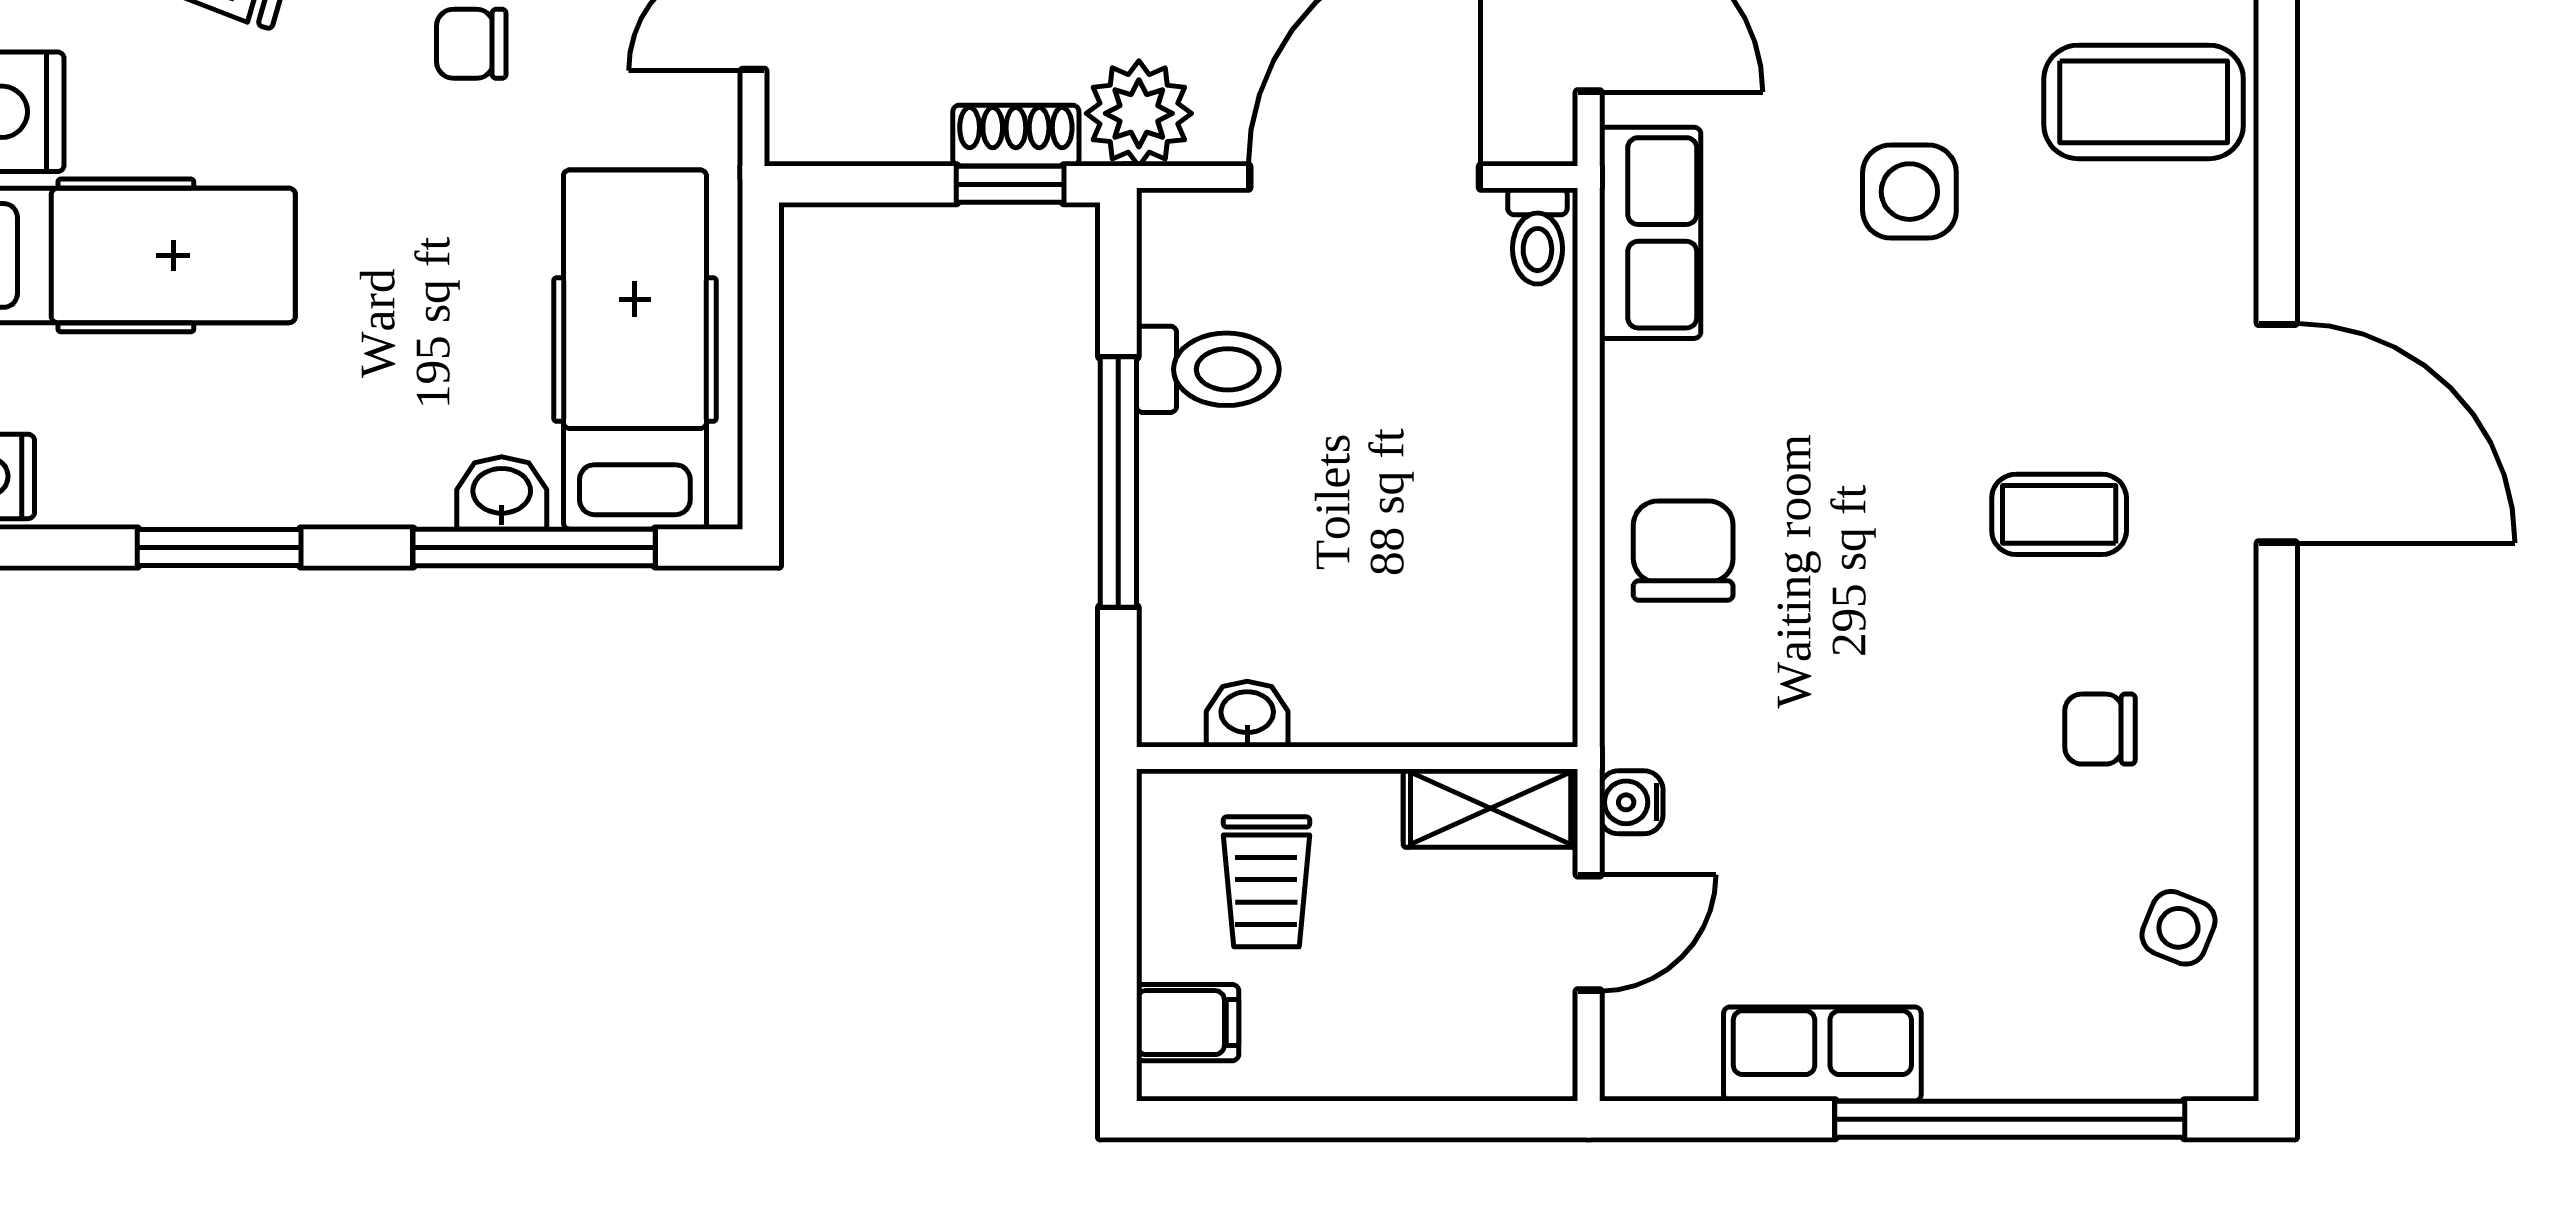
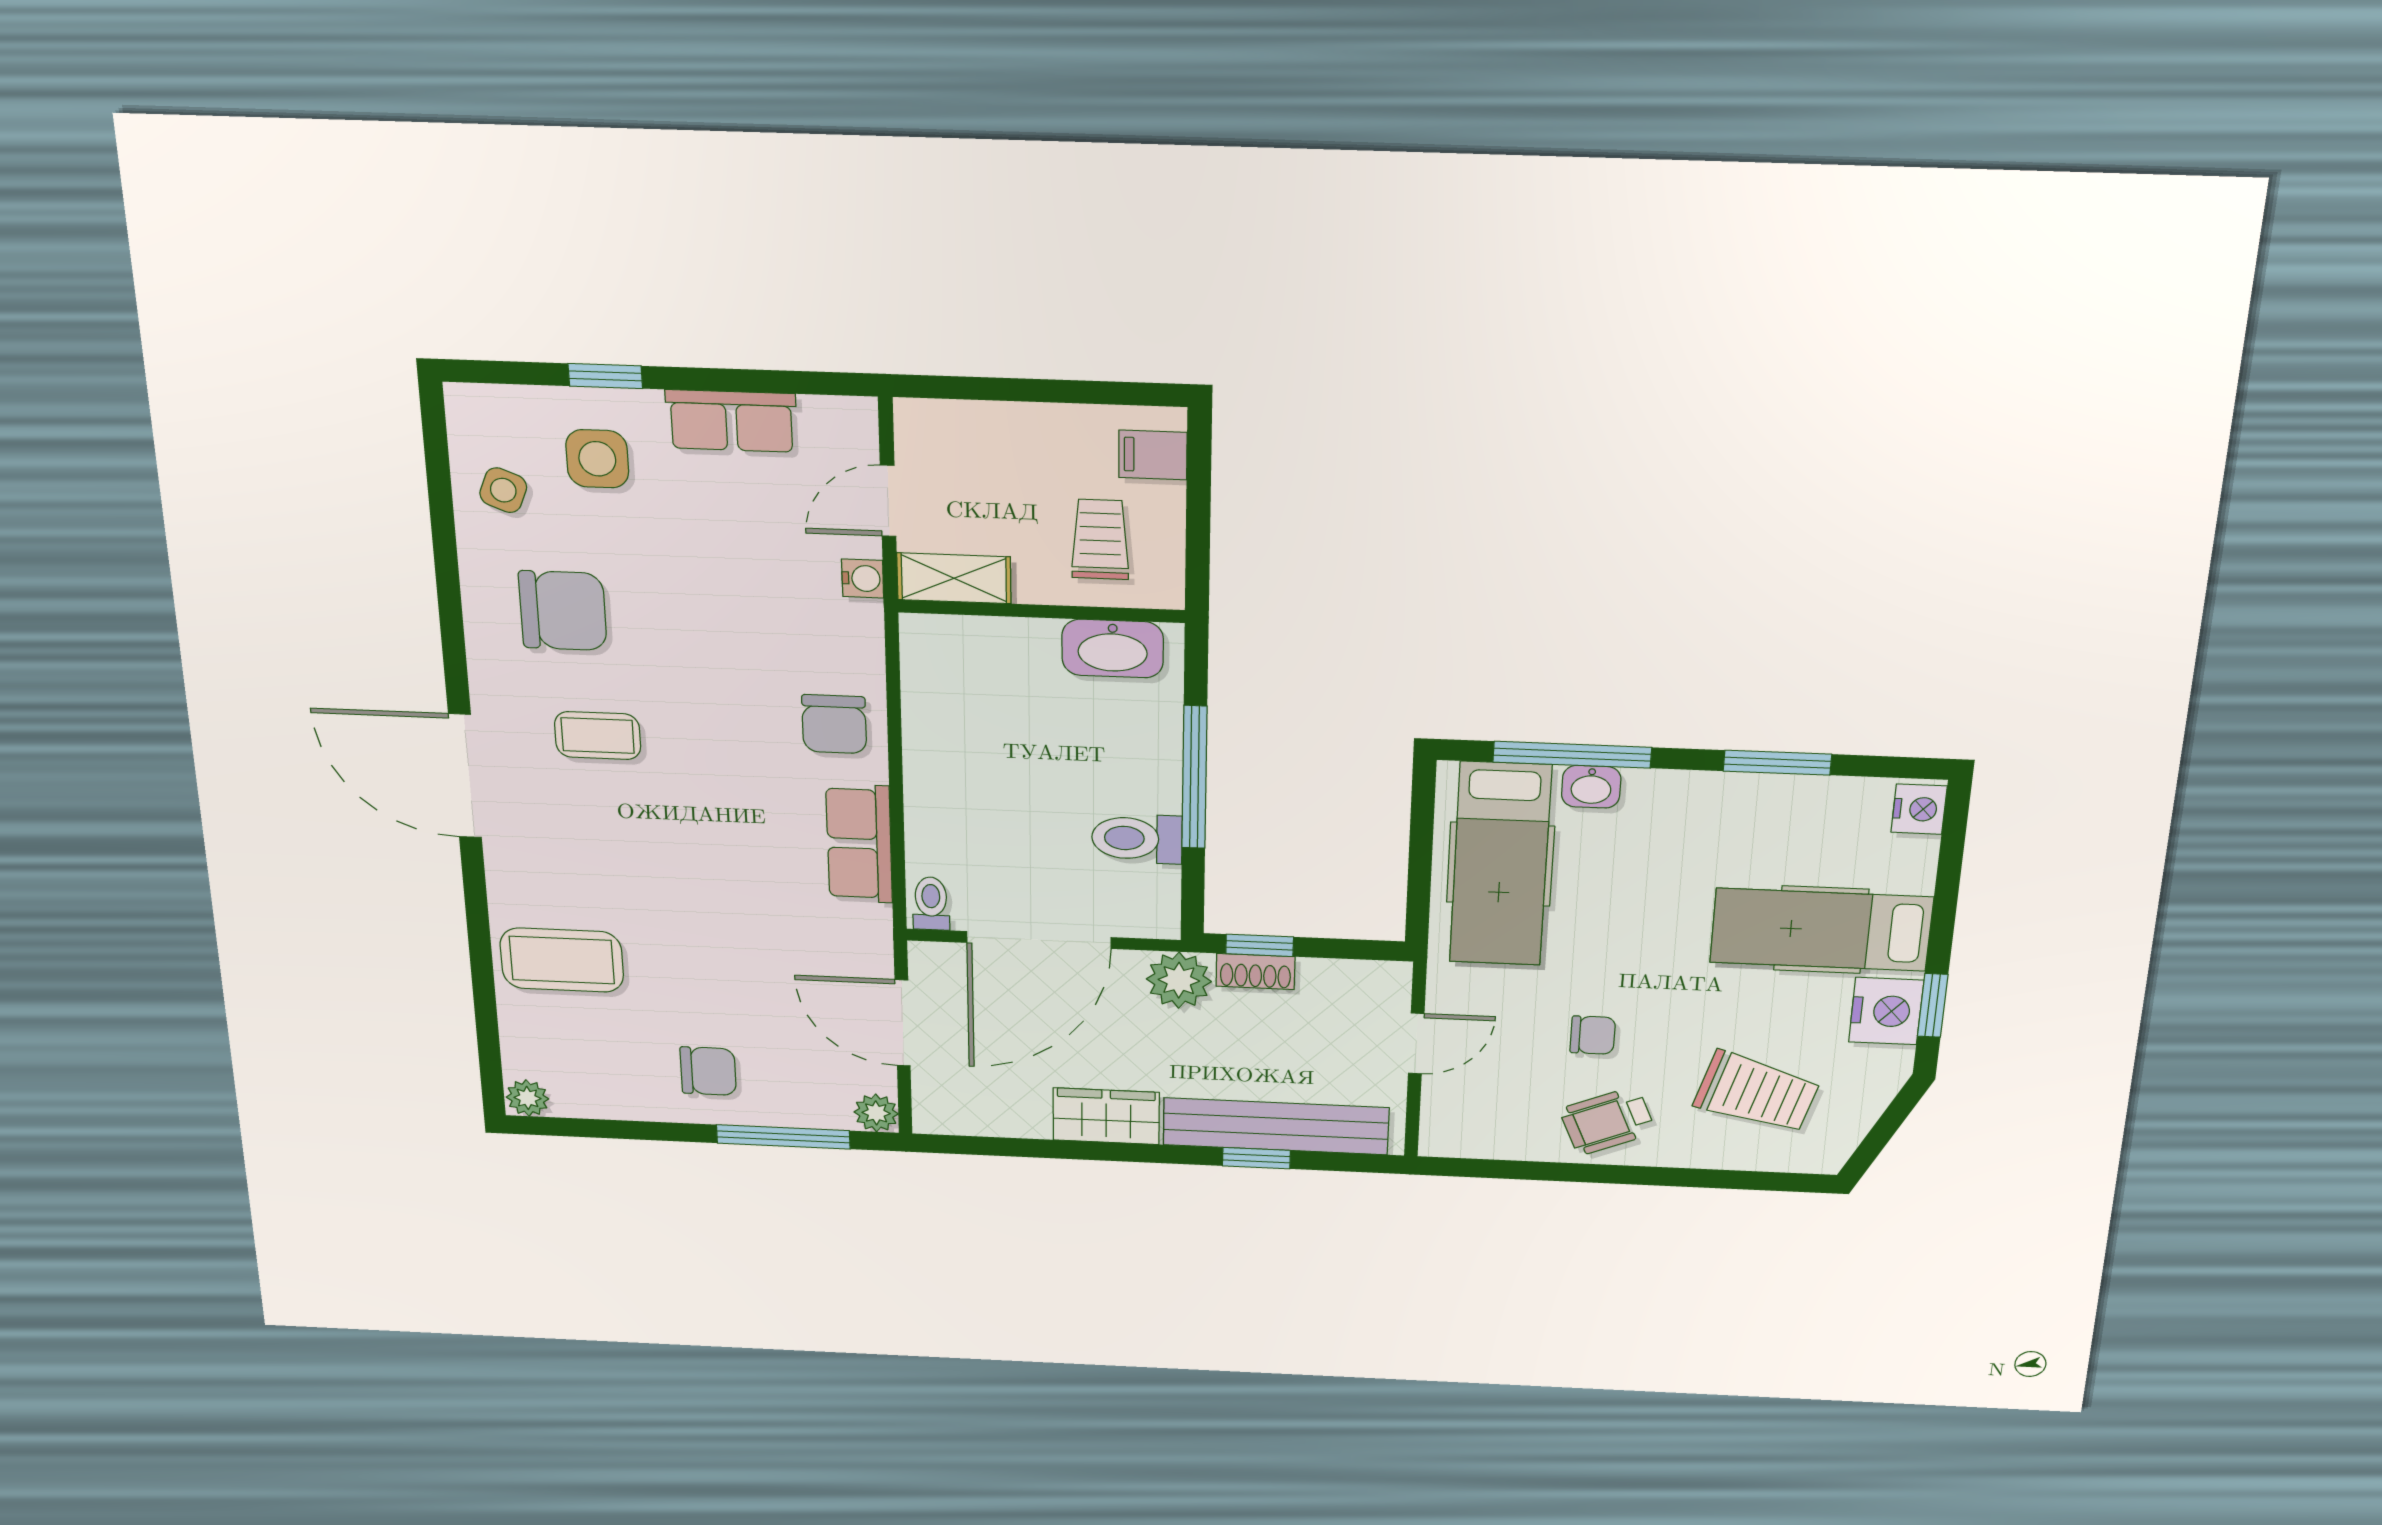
side table: (1909, 192) -> (597, 459), moved
row of seats: (1650, 233) -> (859, 844), moved
washbasin: (1247, 714) -> (1113, 649), width x1.91, depth x1.45
chair: (2100, 729) -> (563, 611), width x1.87, depth x1.87
window: (2010, 1119) -> (605, 376), width x0.32

